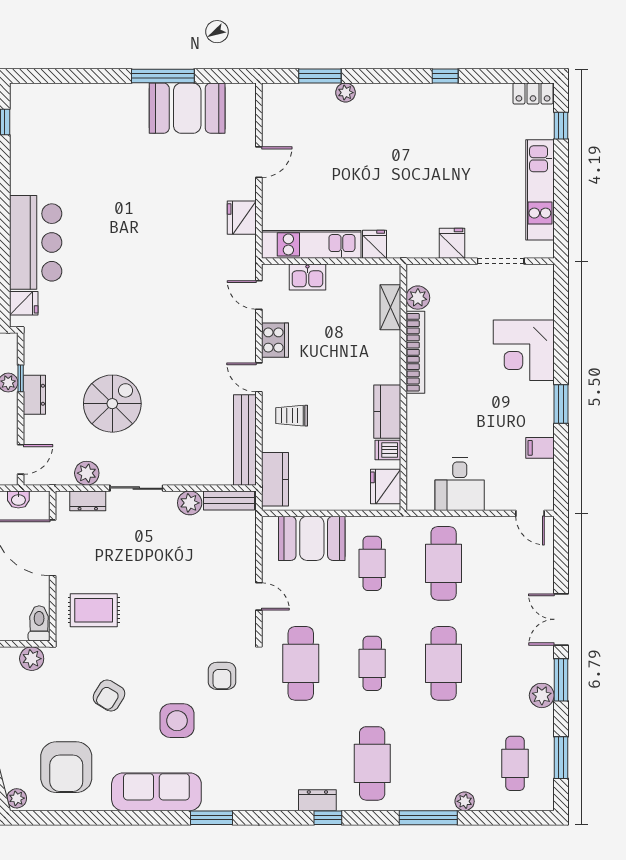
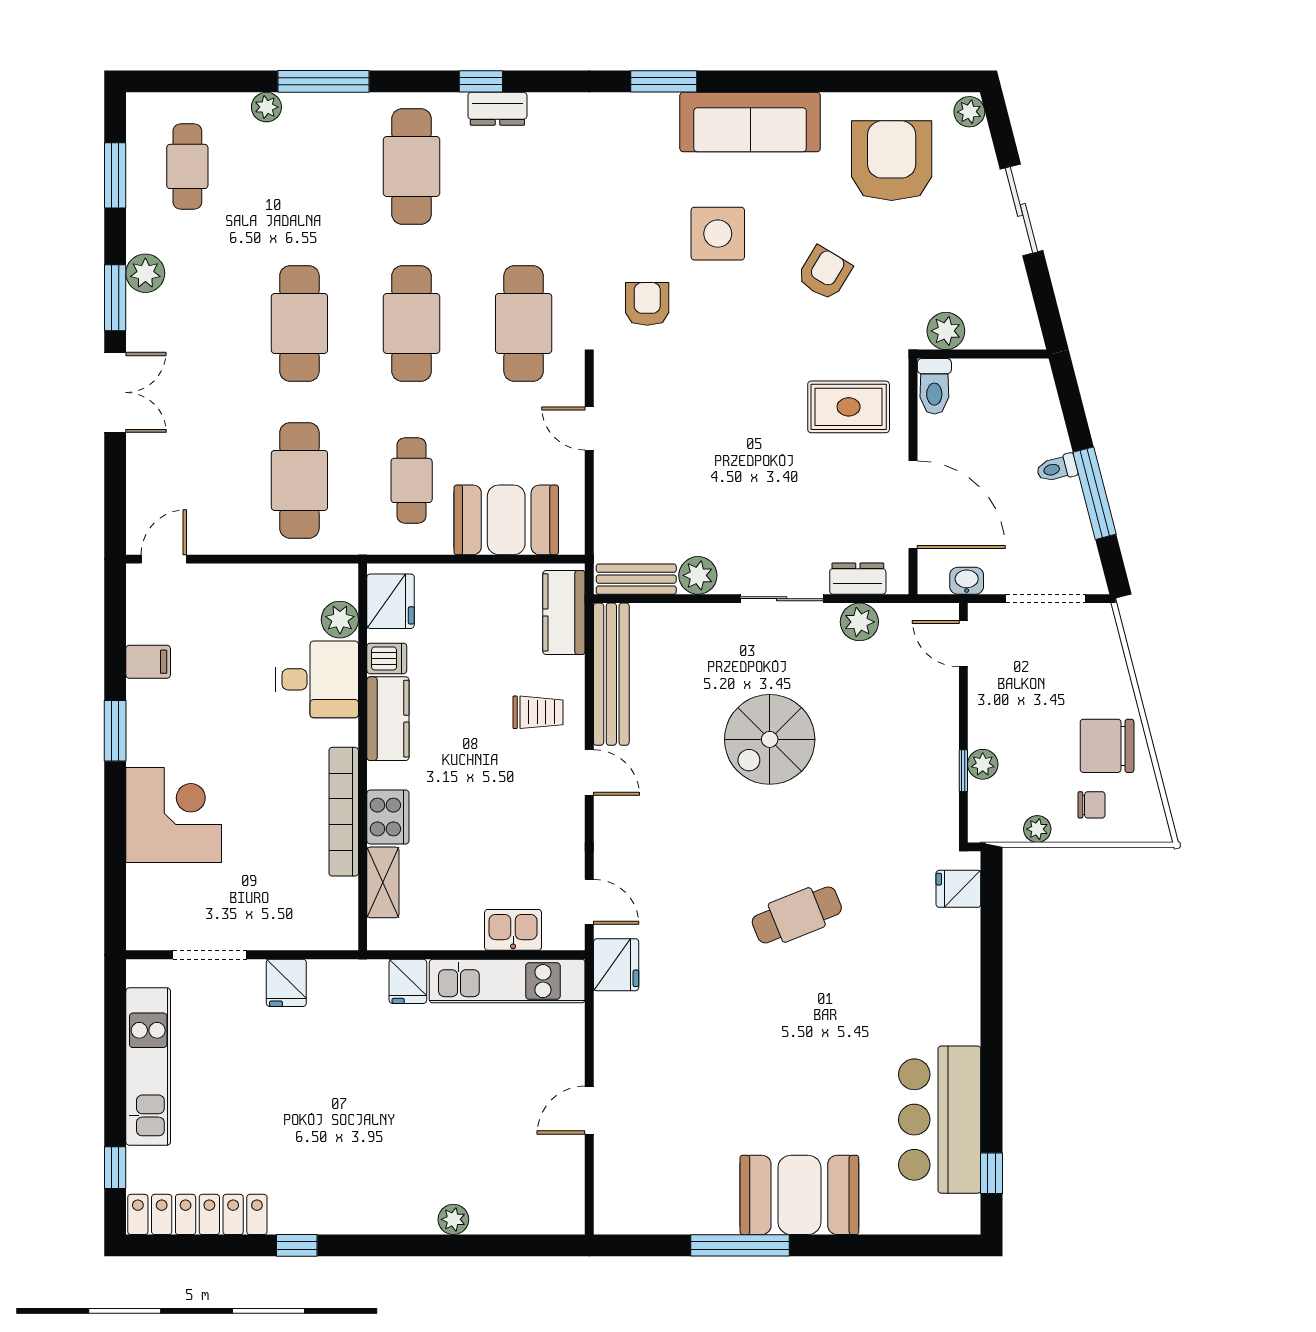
window: (320, 76) -> (493, 1245), removed
locker: (533, 93) -> (197, 1214), width x2.16, depth x1.21
booth: (187, 108) -> (799, 1195), moved
fridge: (242, 218) -> (616, 965), moved
bar counter: (36, 242) -> (940, 1120), moved
cafe table: (127, 287) -> (797, 915), added
plant: (418, 298) -> (340, 620), moved
cooker: (275, 340) -> (388, 817), moved, turned 180
dresser: (34, 395) -> (942, 745), removed
spiral stairs: (112, 404) -> (770, 739), moved
door: (21, 459) -> (963, 644), hinge flipped
desk: (460, 484) -> (317, 679), moved, turned 90
door: (530, 513) -> (164, 559), hinge flipped
cafe table: (372, 663) -> (412, 323), width x1.37, depth x1.35

